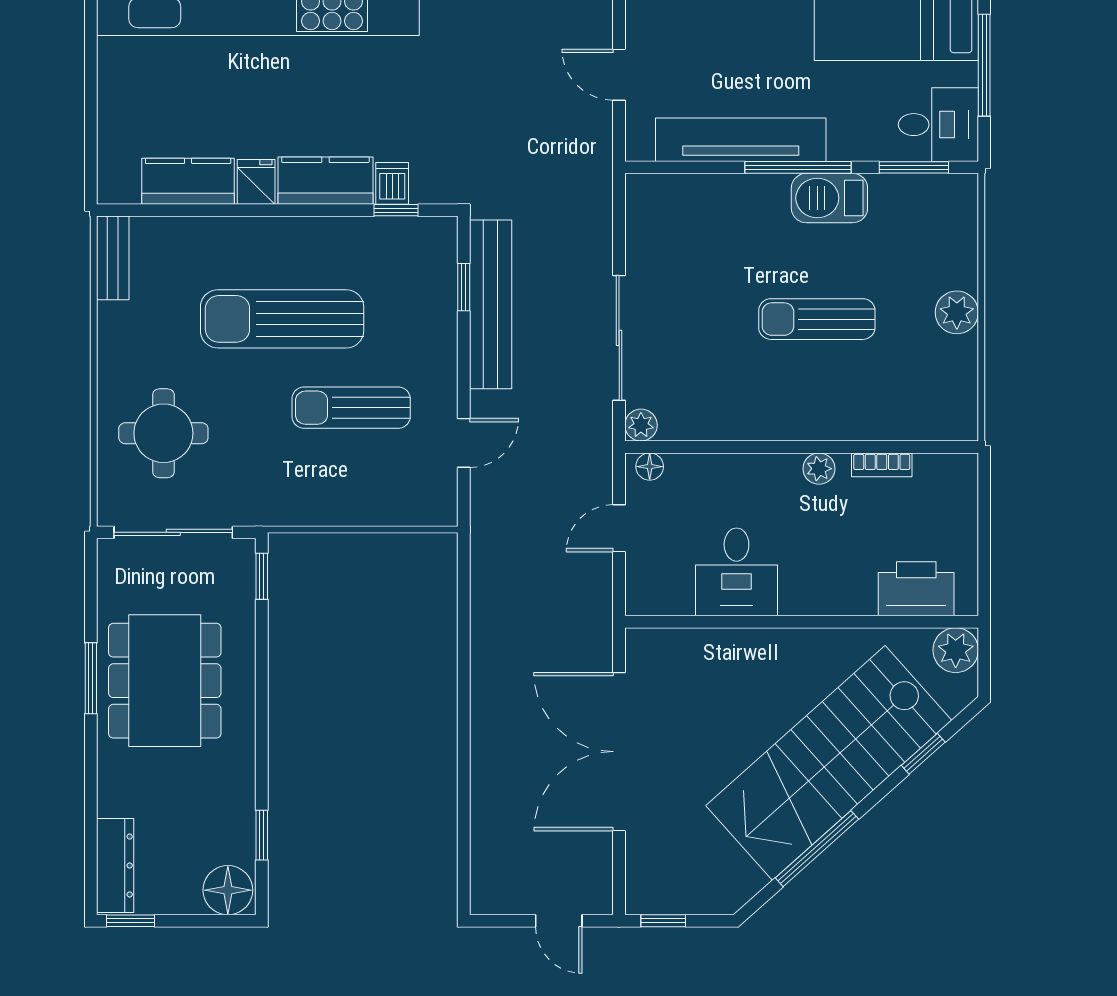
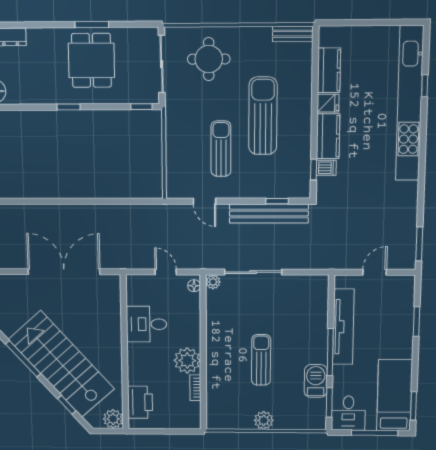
barbecue: (829, 198) -> (316, 381), moved
plant: (819, 469) -> (187, 360), width x1.88, depth x1.88
dining table: (165, 681) -> (91, 60), width x0.73
window: (262, 835) -> (69, 107), moved

